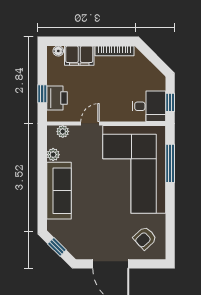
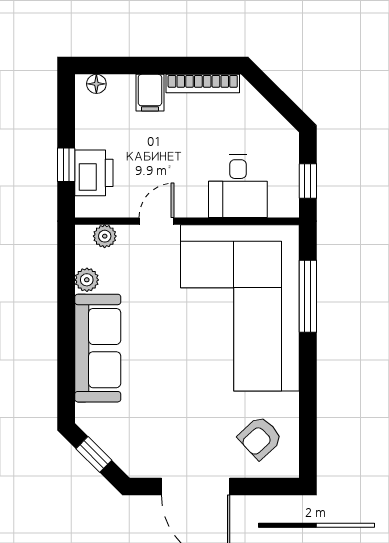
filing cabinet: (79, 56) -> (150, 93), width x0.50
desk: (149, 106) -> (238, 186), moved, turned 90

